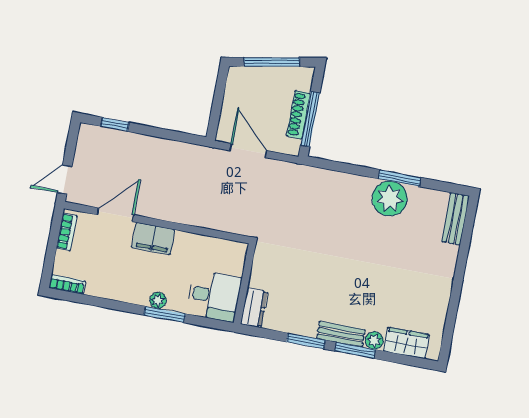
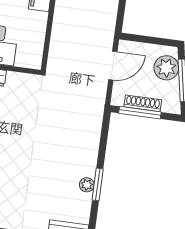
plant: (255, 82) -> (166, 68), added
plant: (390, 199) -> (87, 185), width x0.53, depth x0.53

